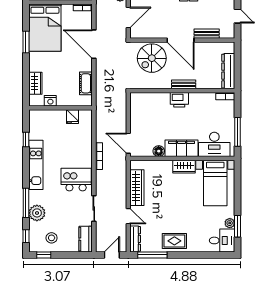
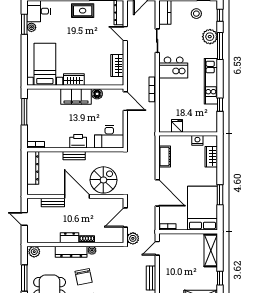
desk: (214, 144) -> (109, 137), moved, turned 180
wardrobe: (137, 188) -> (117, 66), width x0.67

